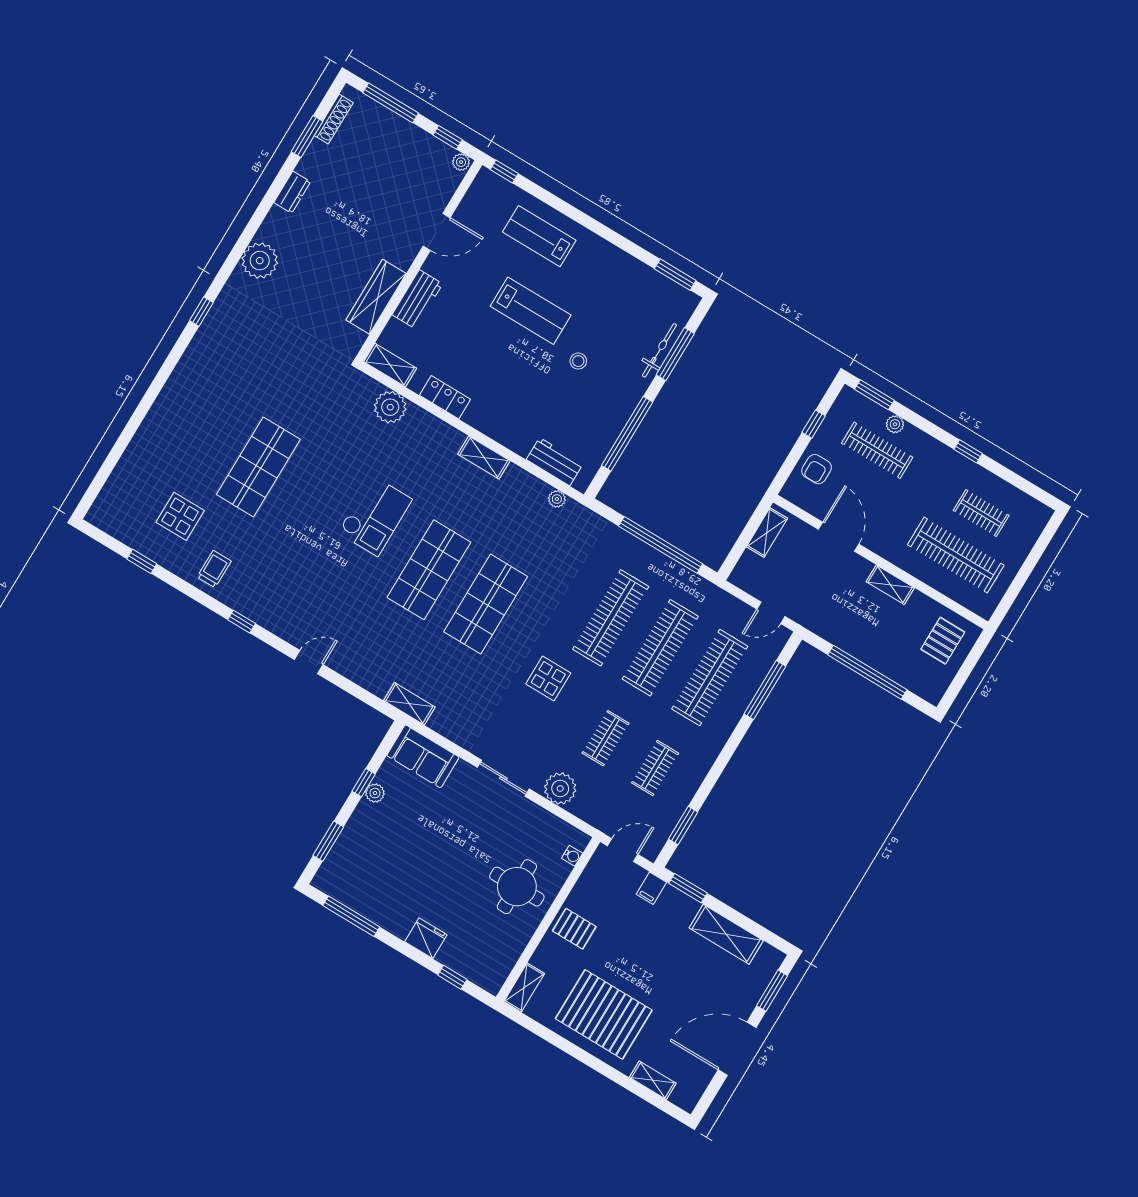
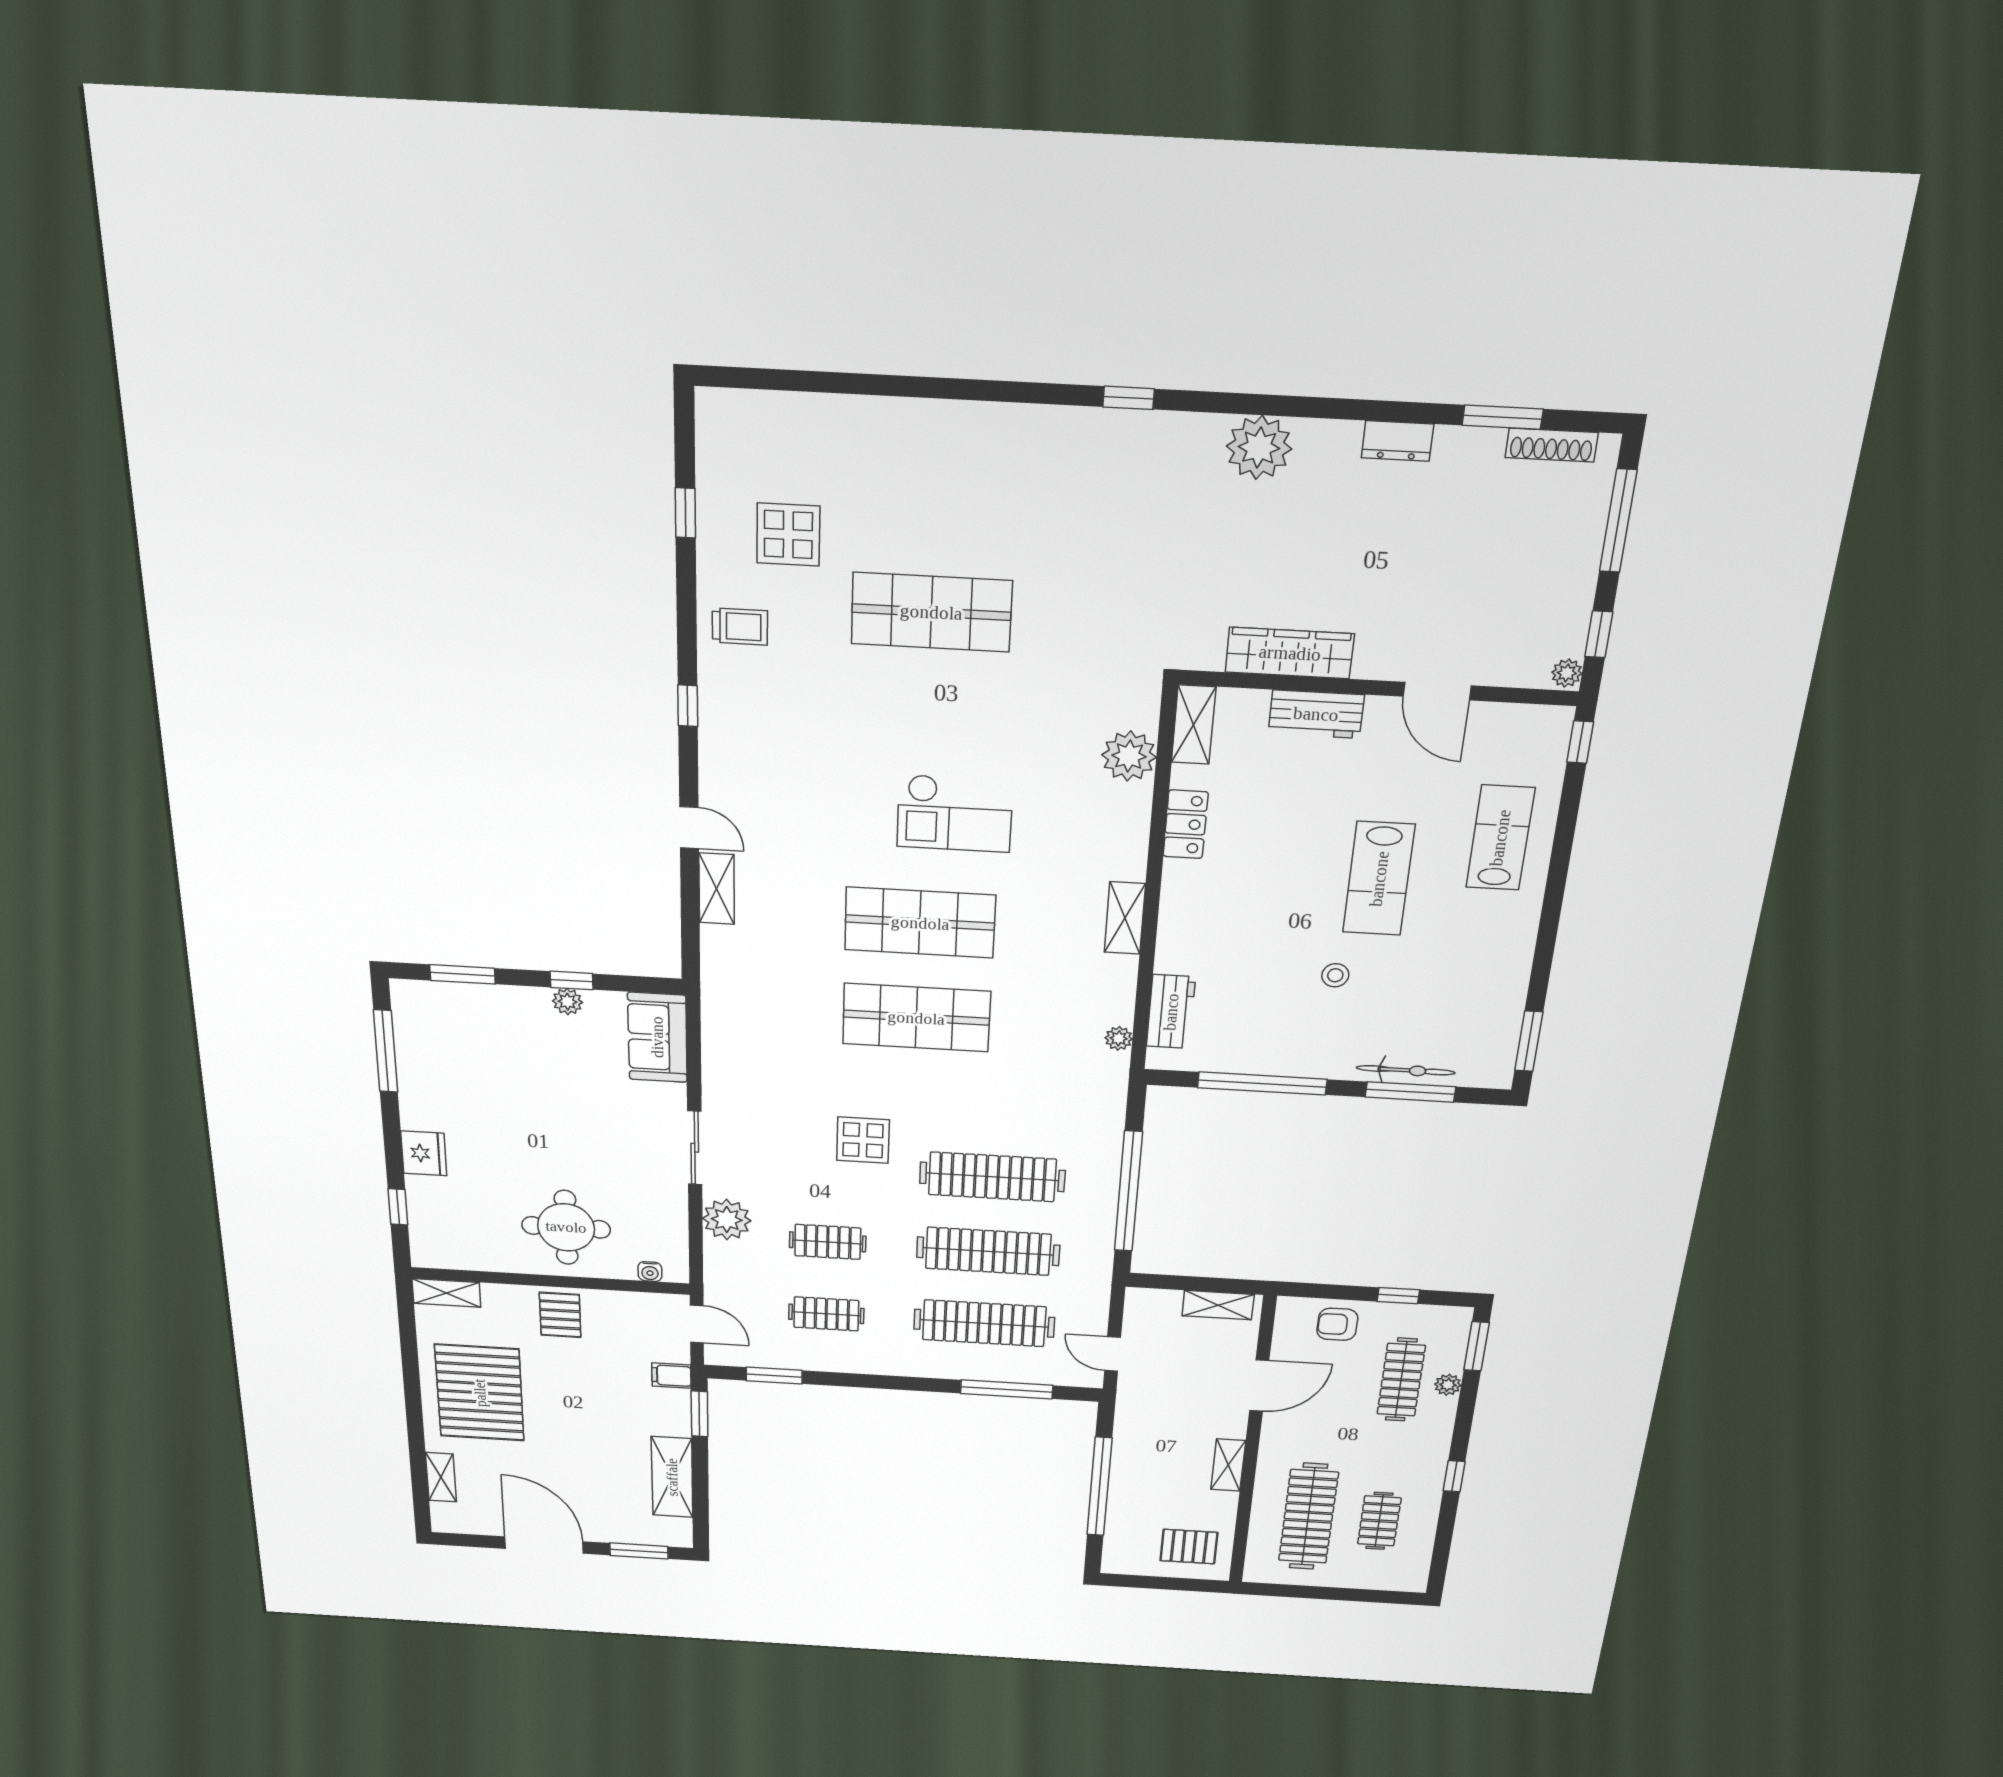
shelving: (409, 704) -> (717, 889), moved

